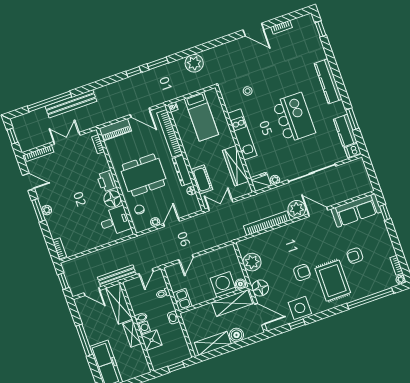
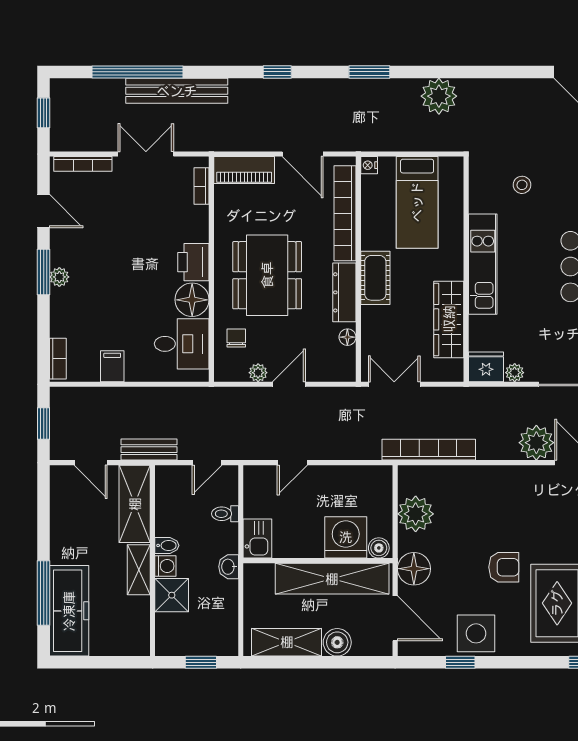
window: (133, 72) -> (277, 72), moved
dining table: (143, 175) -> (267, 275), turned 90
cot: (202, 180) -> (375, 278), moved
bookcase: (267, 223) -> (429, 450), moved
filing cabinet: (86, 243) -> (112, 366), added
bench: (117, 276) -> (149, 450), width x0.73
shelving: (232, 303) -> (332, 579), width x1.47
window: (84, 340) -> (44, 593), moved

